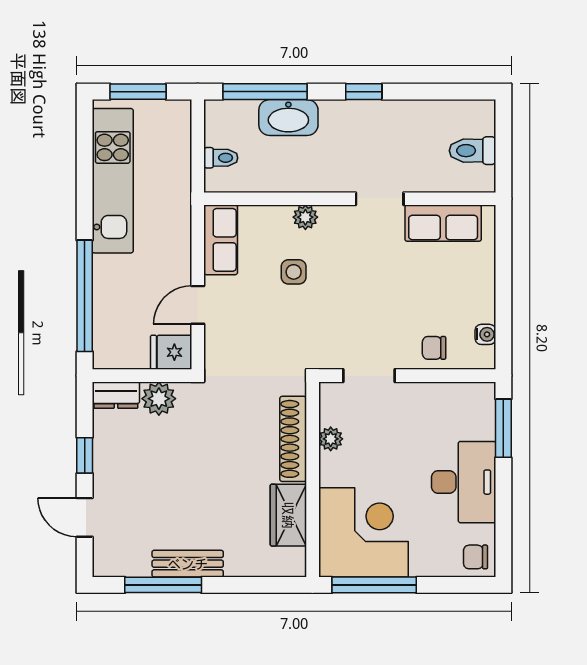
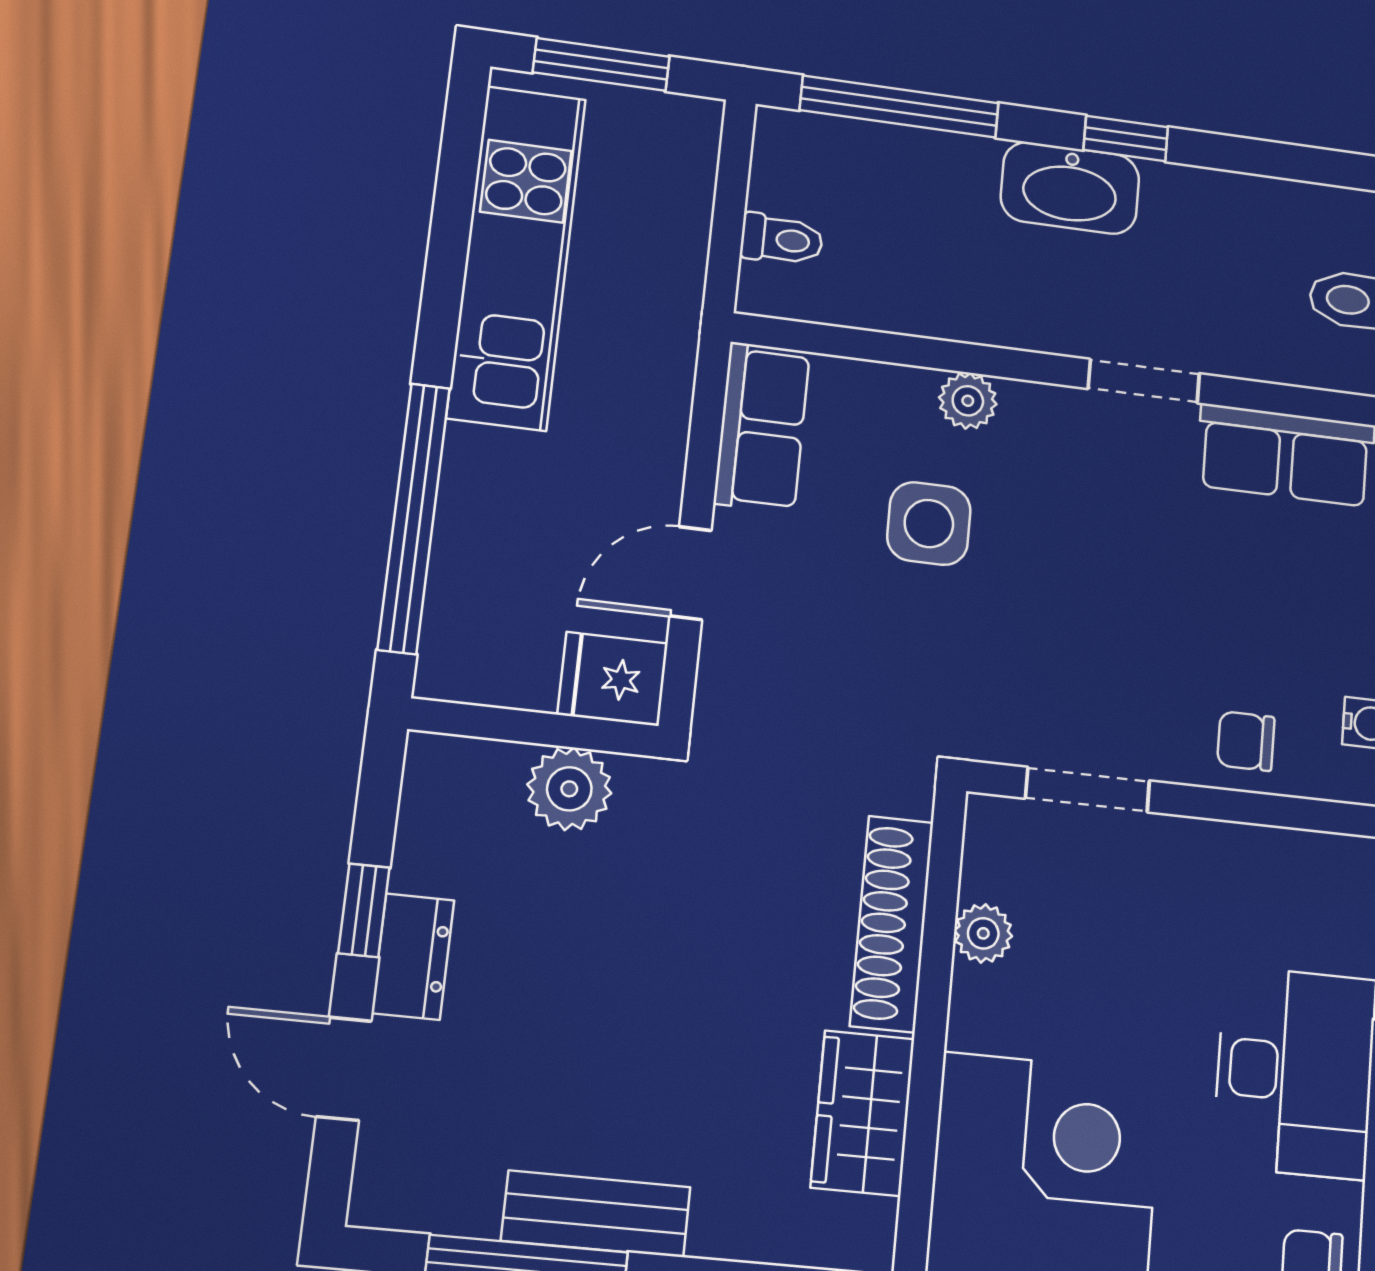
washbasin: (288, 118) -> (1070, 188), moved
side table: (294, 272) -> (929, 524), width x1.37, depth x1.37
dresser: (116, 395) -> (413, 957), moved, turned -90

